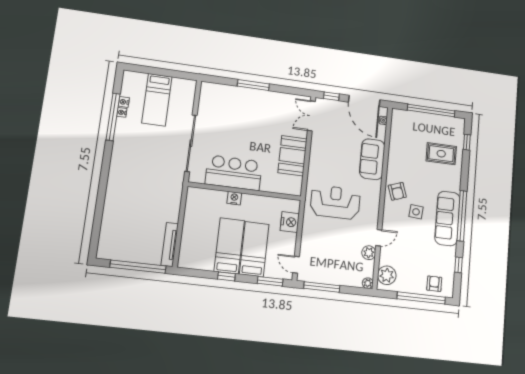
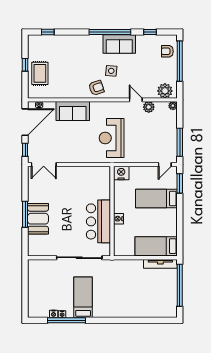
bed: (157, 100) -> (83, 297), moved, turned -90
window: (431, 110) -> (25, 65), width x0.32
rug: (441, 154) -> (40, 73), moved
booth: (292, 156) -> (38, 219), moved, turned 90
sofa: (447, 218) -> (119, 44), width x0.73
nightstand: (290, 222) -> (121, 173), moved
bed: (229, 246) -> (156, 246), moved
window: (226, 276) -> (180, 218), removed

